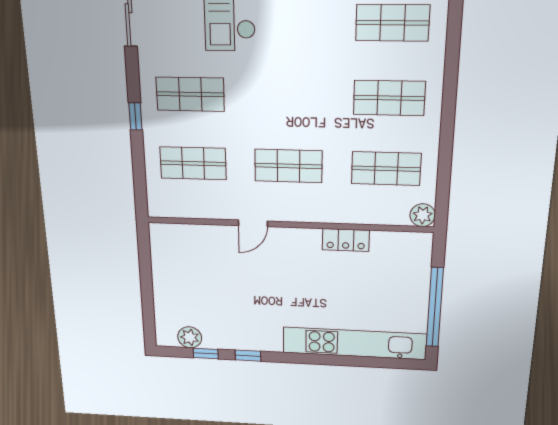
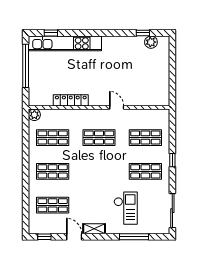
door: (253, 223) -> (117, 107), hinge flipped
locker: (346, 240) -> (71, 100), width x1.53
window: (248, 356) -> (51, 33), moved

